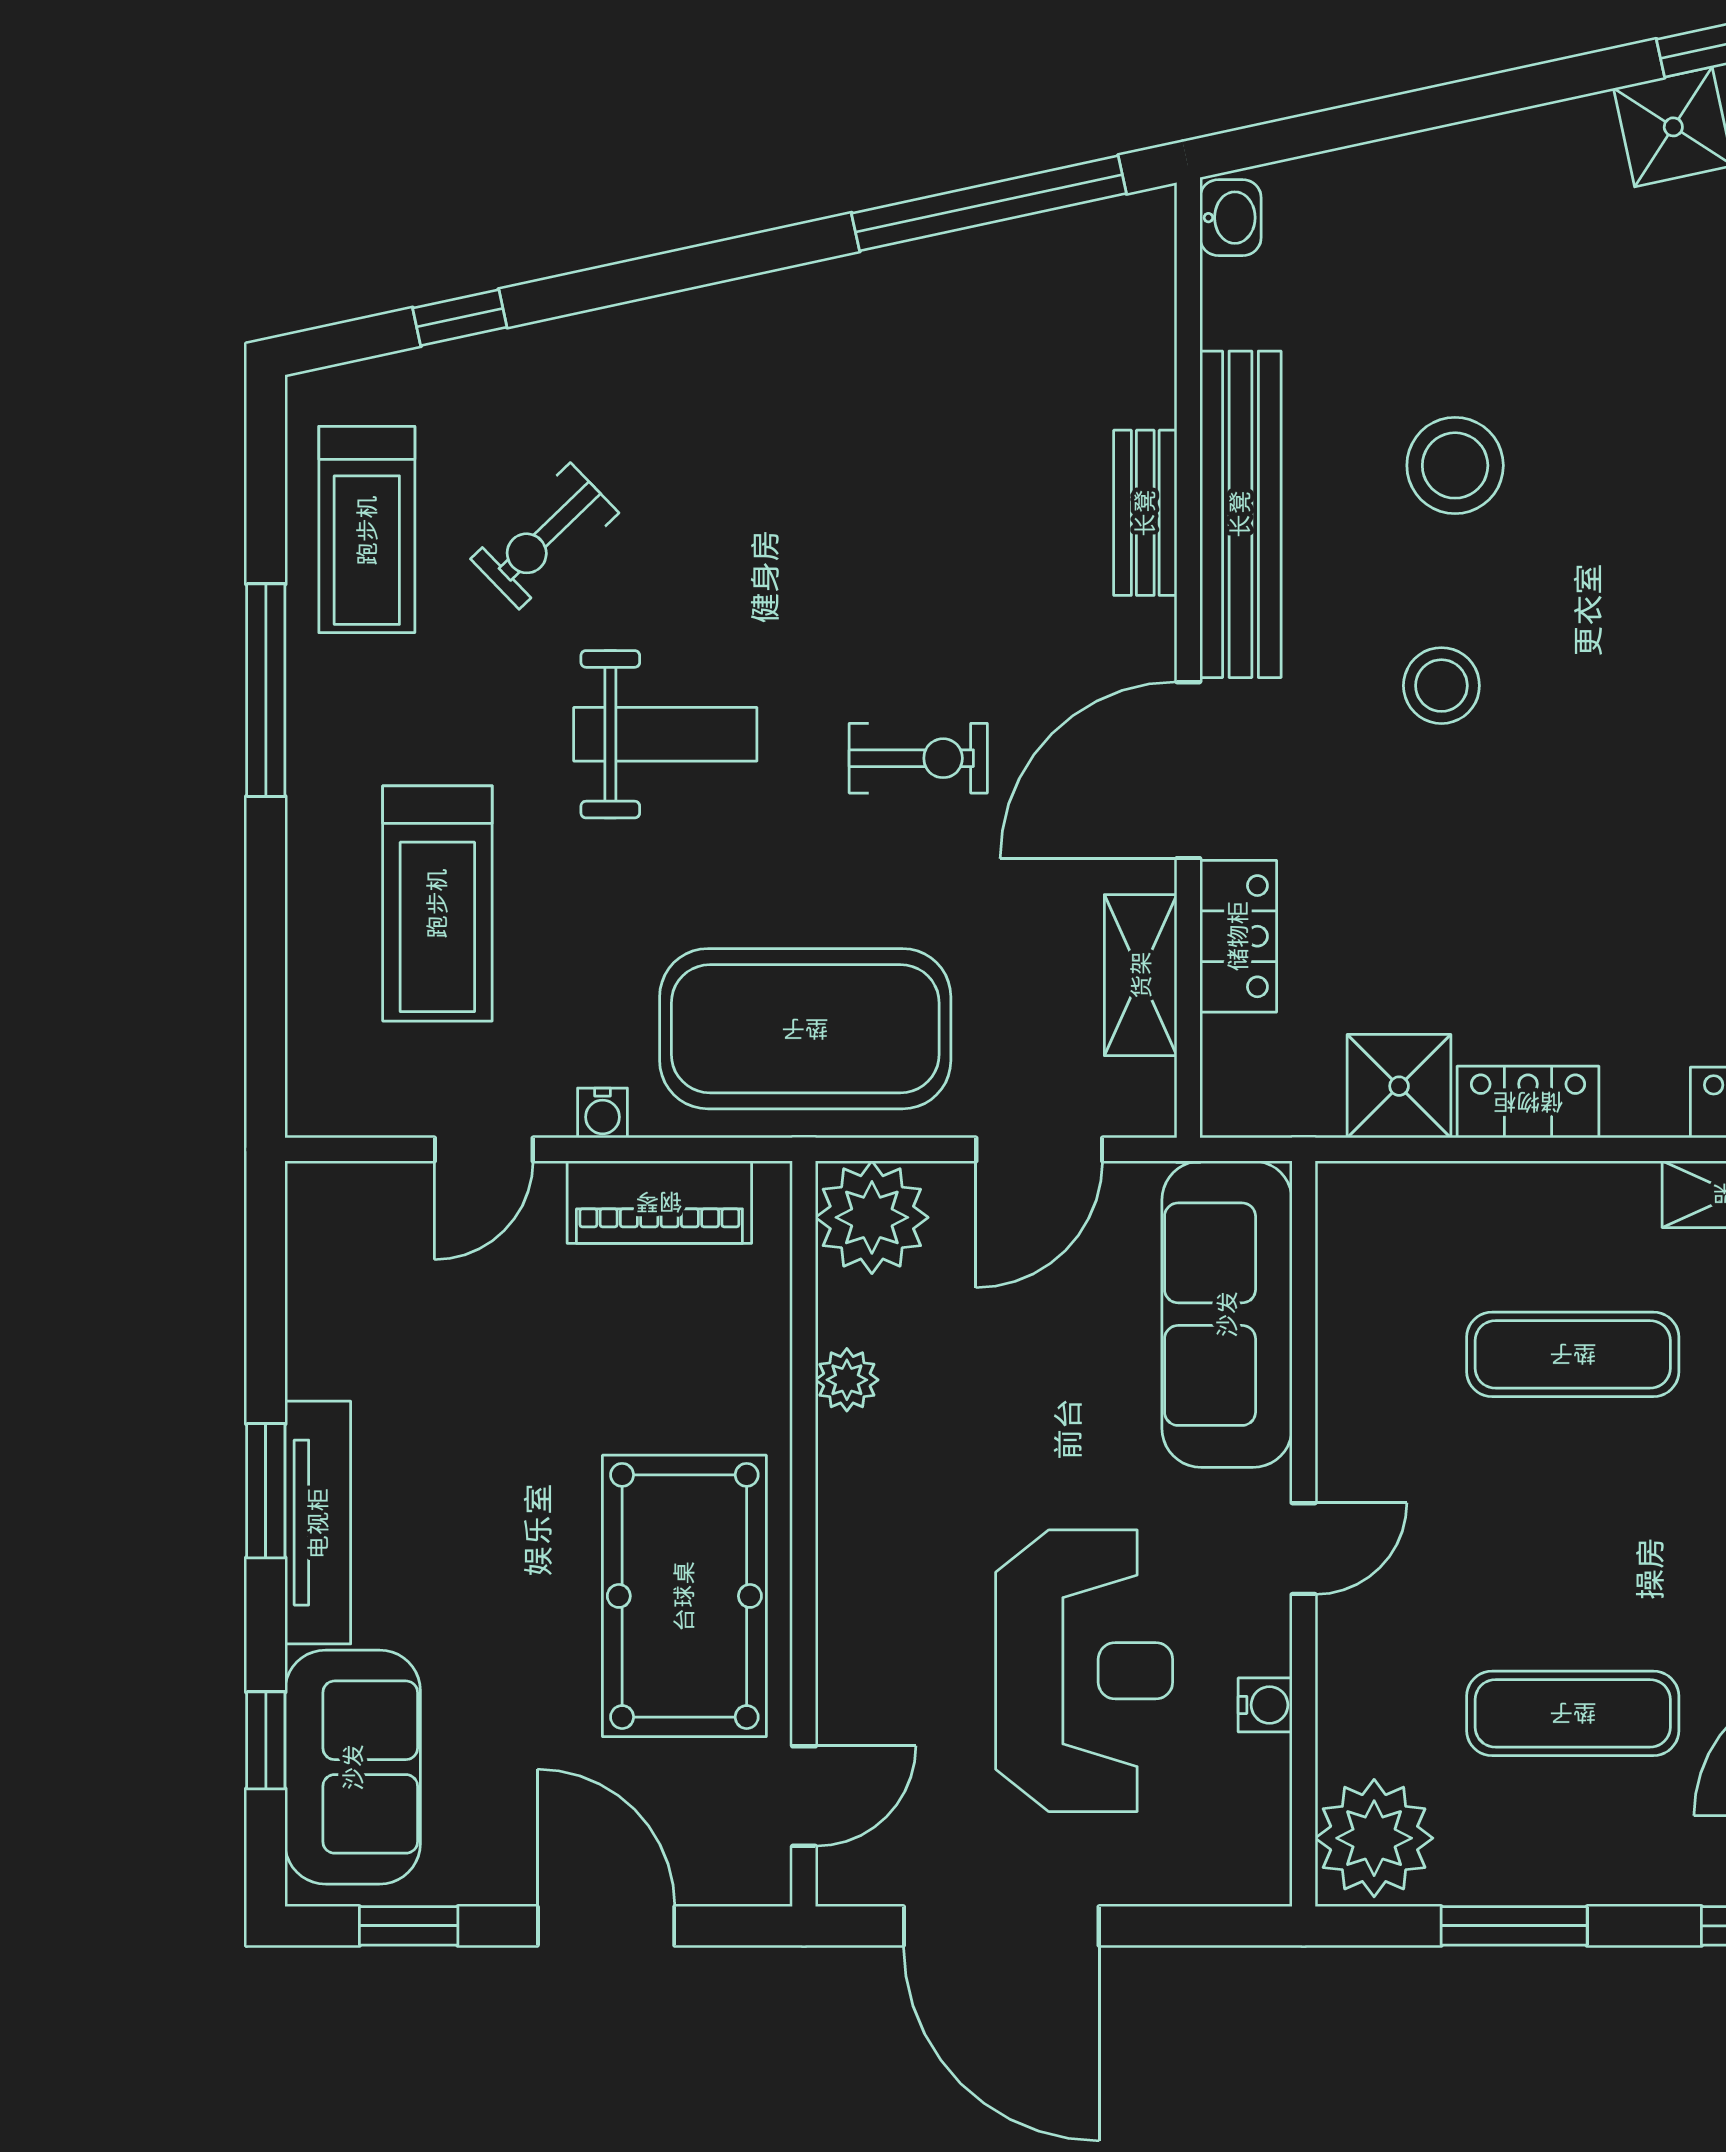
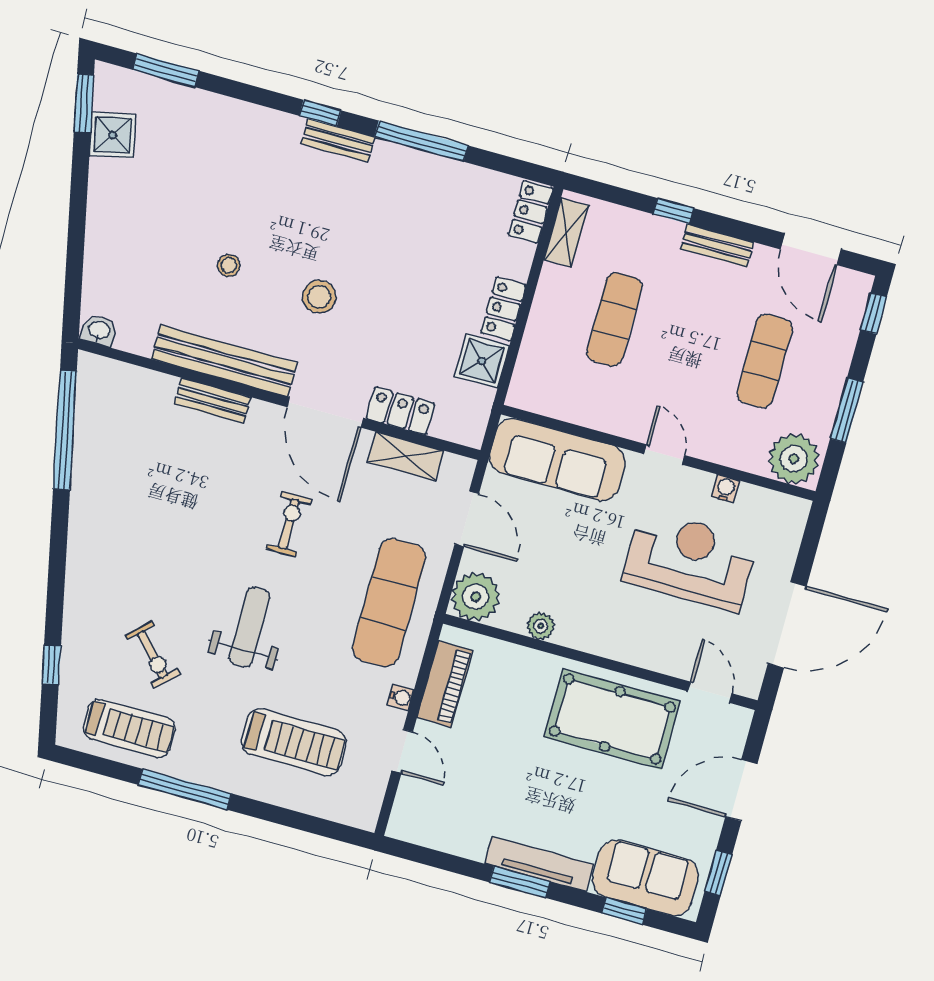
stool: (1455, 465) -> (229, 265), width x0.53, depth x0.53
exercise mat: (805, 1029) -> (389, 603), width x0.68

